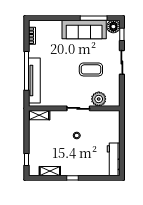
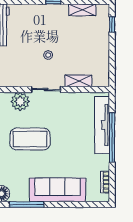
sofa: (84, 30) -> (58, 190), moved
coffee table: (91, 69) -> (30, 139), width x1.36, depth x1.32
shelving: (39, 115) -> (79, 81), moved

